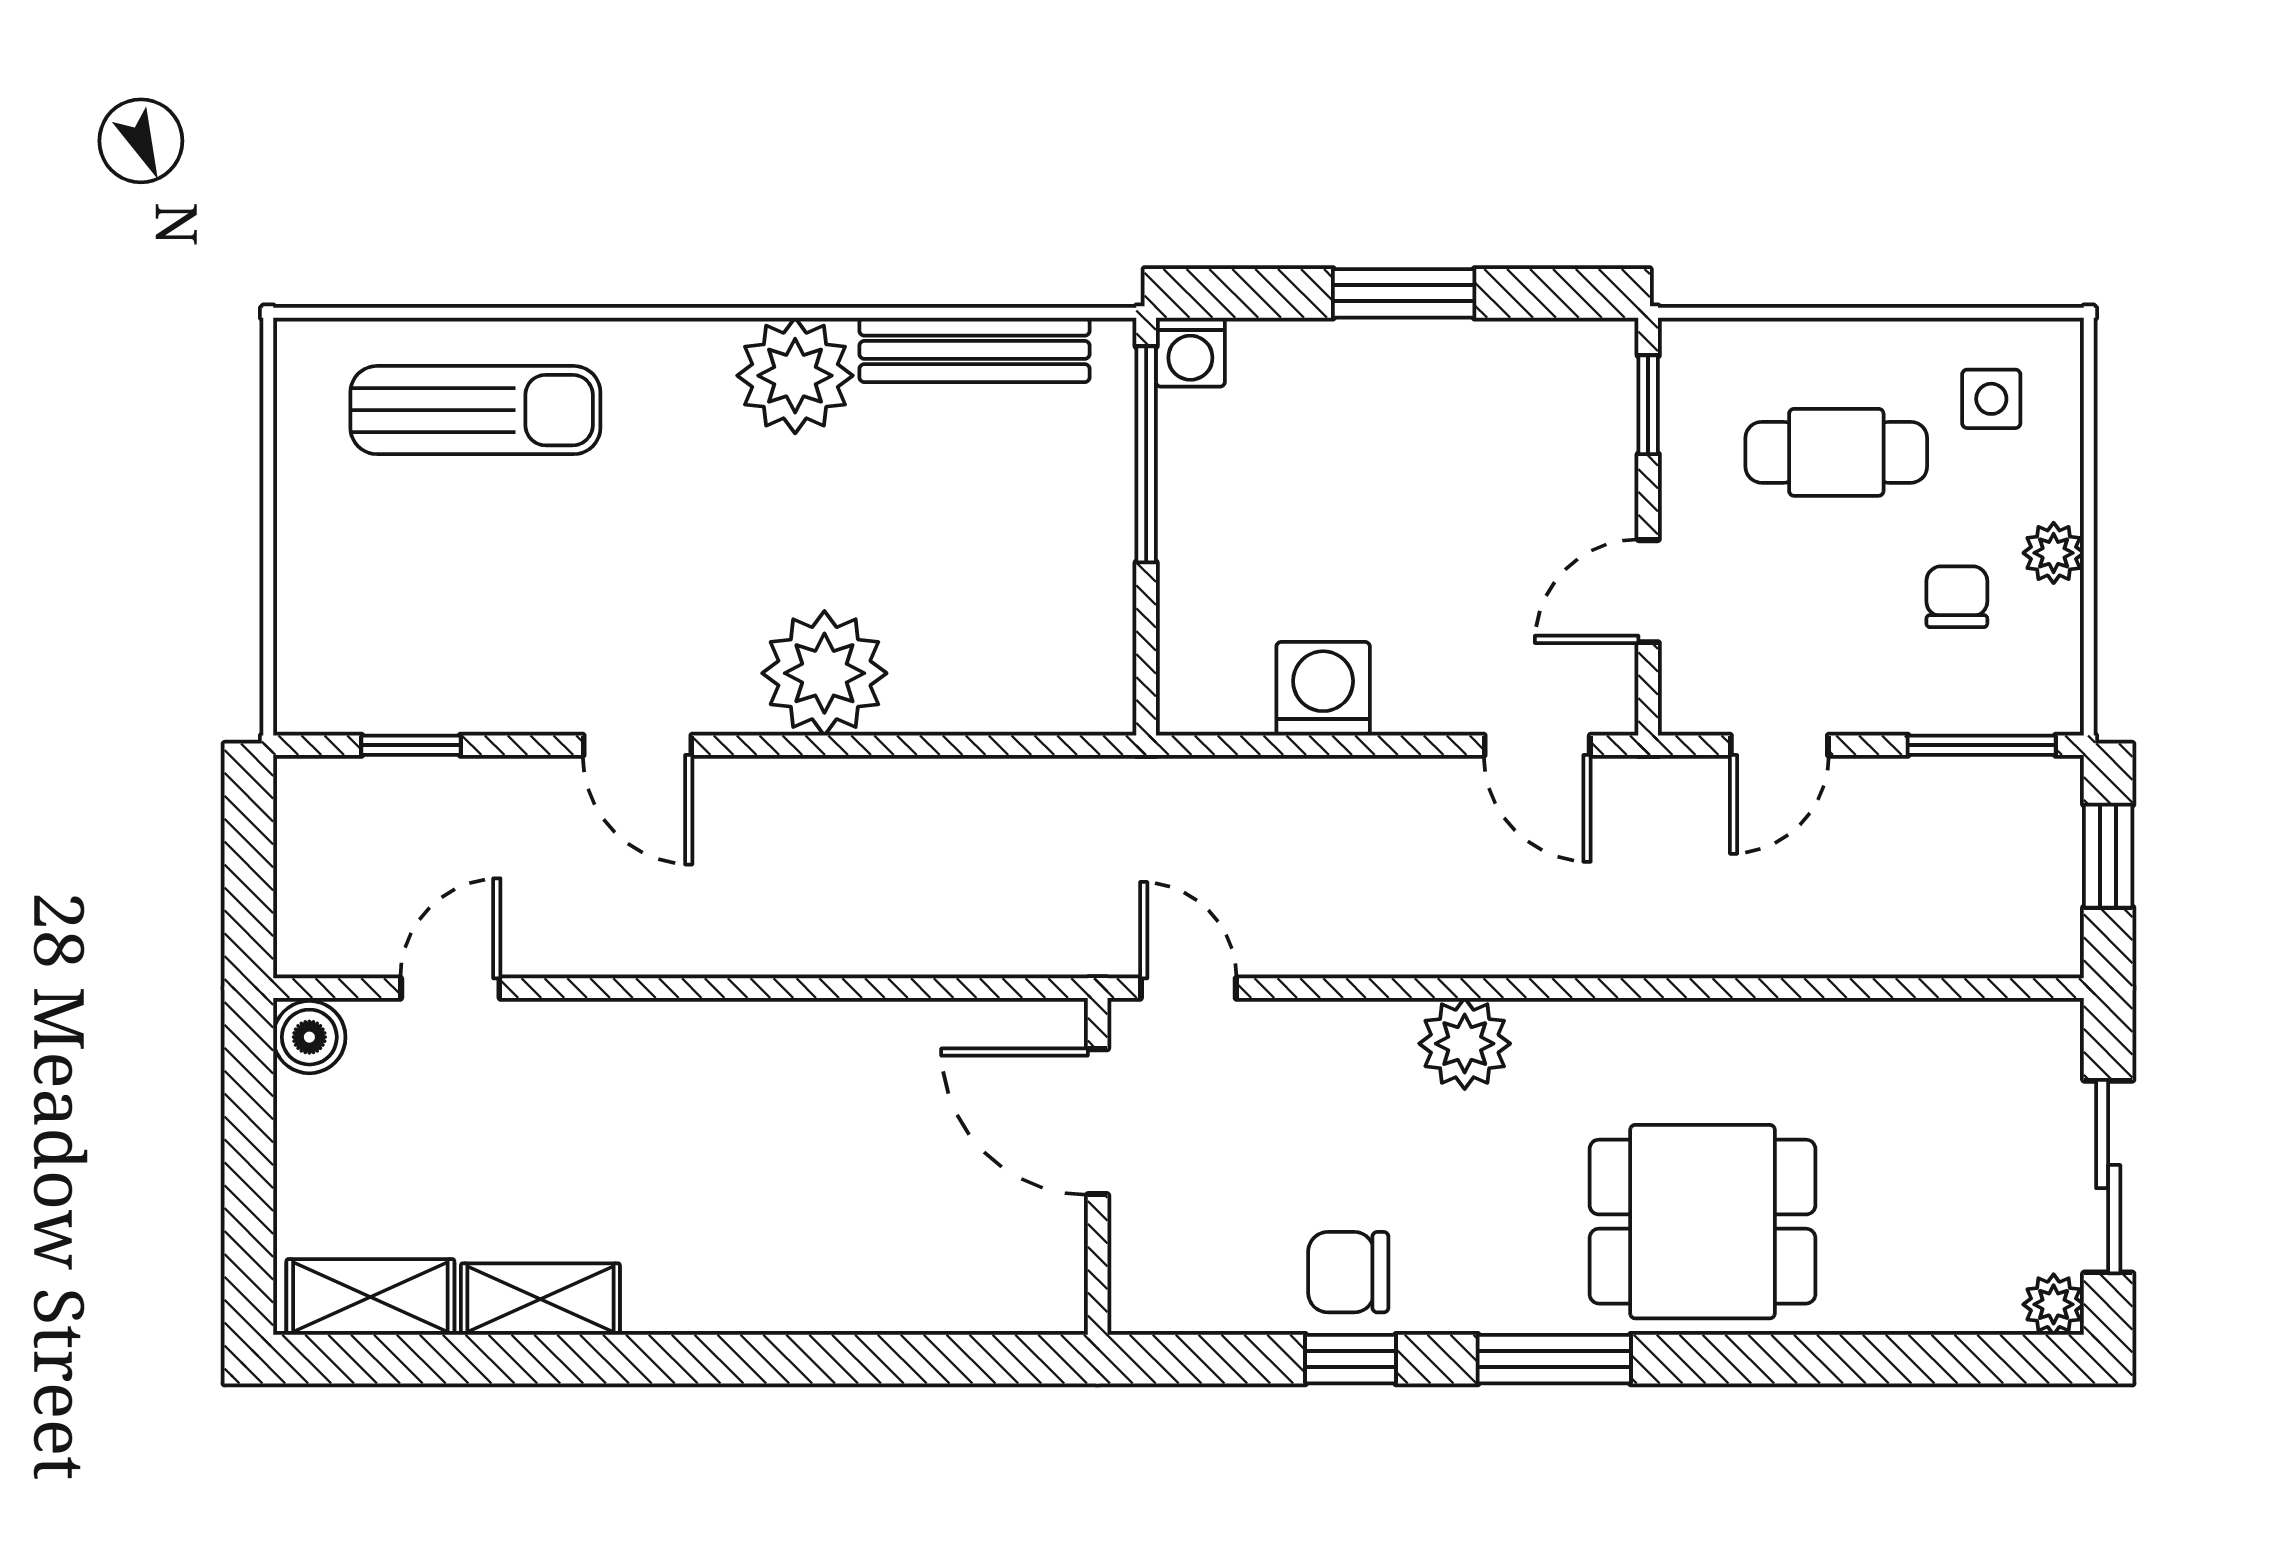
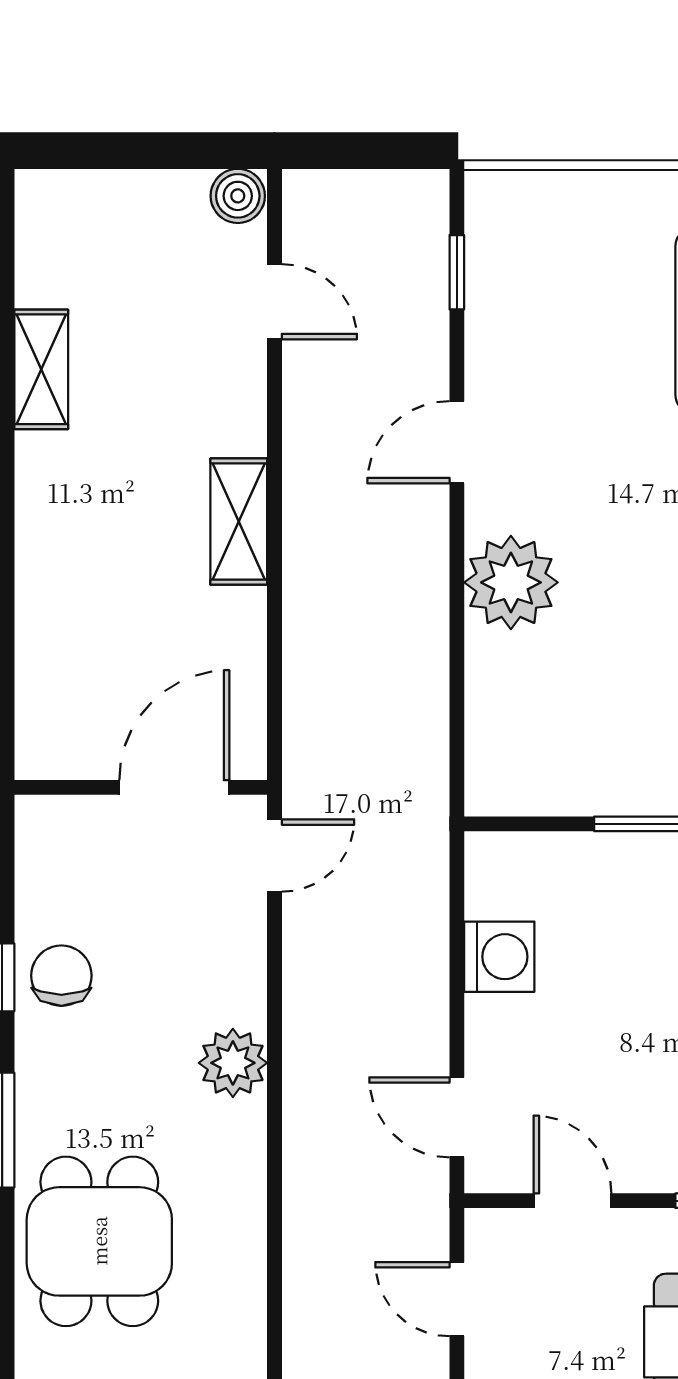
door: (1537, 745) -> (457, 1117), hinge flipped
shelving: (370, 1297) -> (239, 522), moved

